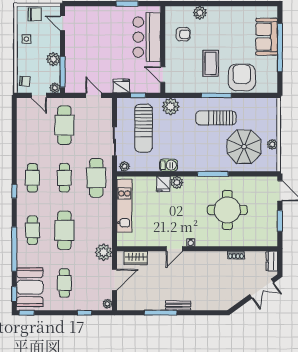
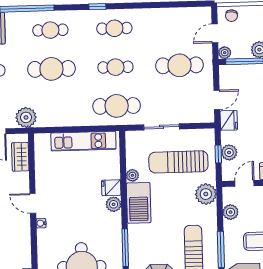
fridge: (121, 86) -> (229, 120), moved
plant: (137, 86) -> (229, 152), added
plant: (186, 87) -> (231, 212), added
barbecue: (168, 165) -> (139, 203), width x1.88, depth x1.53
plant: (124, 166) -> (132, 175), moved

